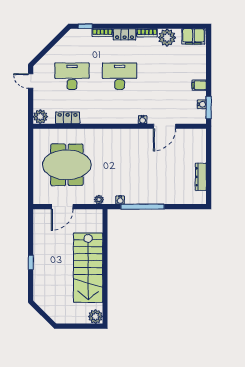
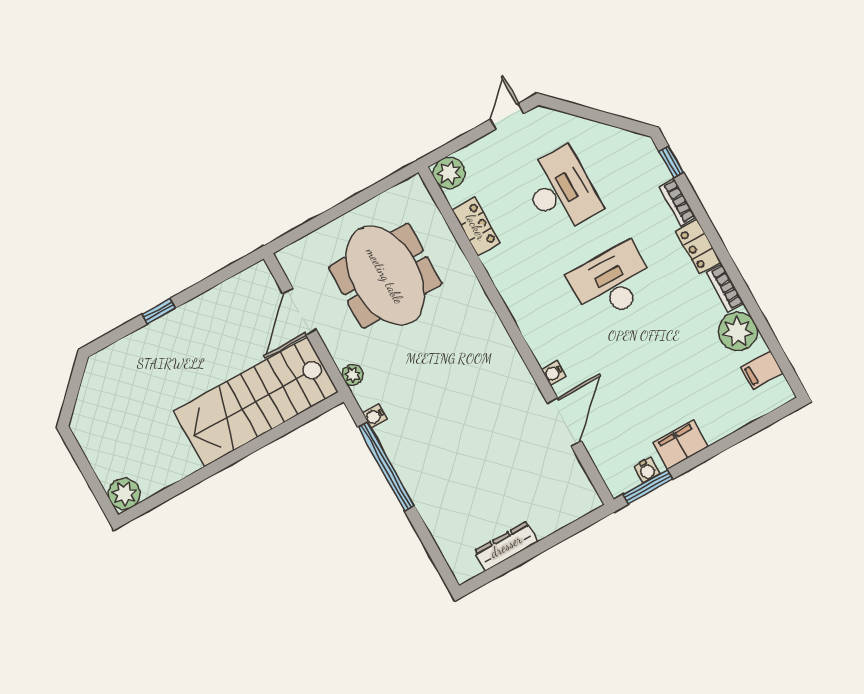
filing cabinet: (193, 36) -> (762, 370), width x0.50
desk: (120, 76) -> (612, 282), turned -90
filing cabinet: (199, 85) -> (681, 445), width x2.00
door: (164, 126) -> (564, 422), swing flipped
door: (62, 207) -> (300, 312), hinge flipped
stairs: (88, 268) -> (256, 402), moved

